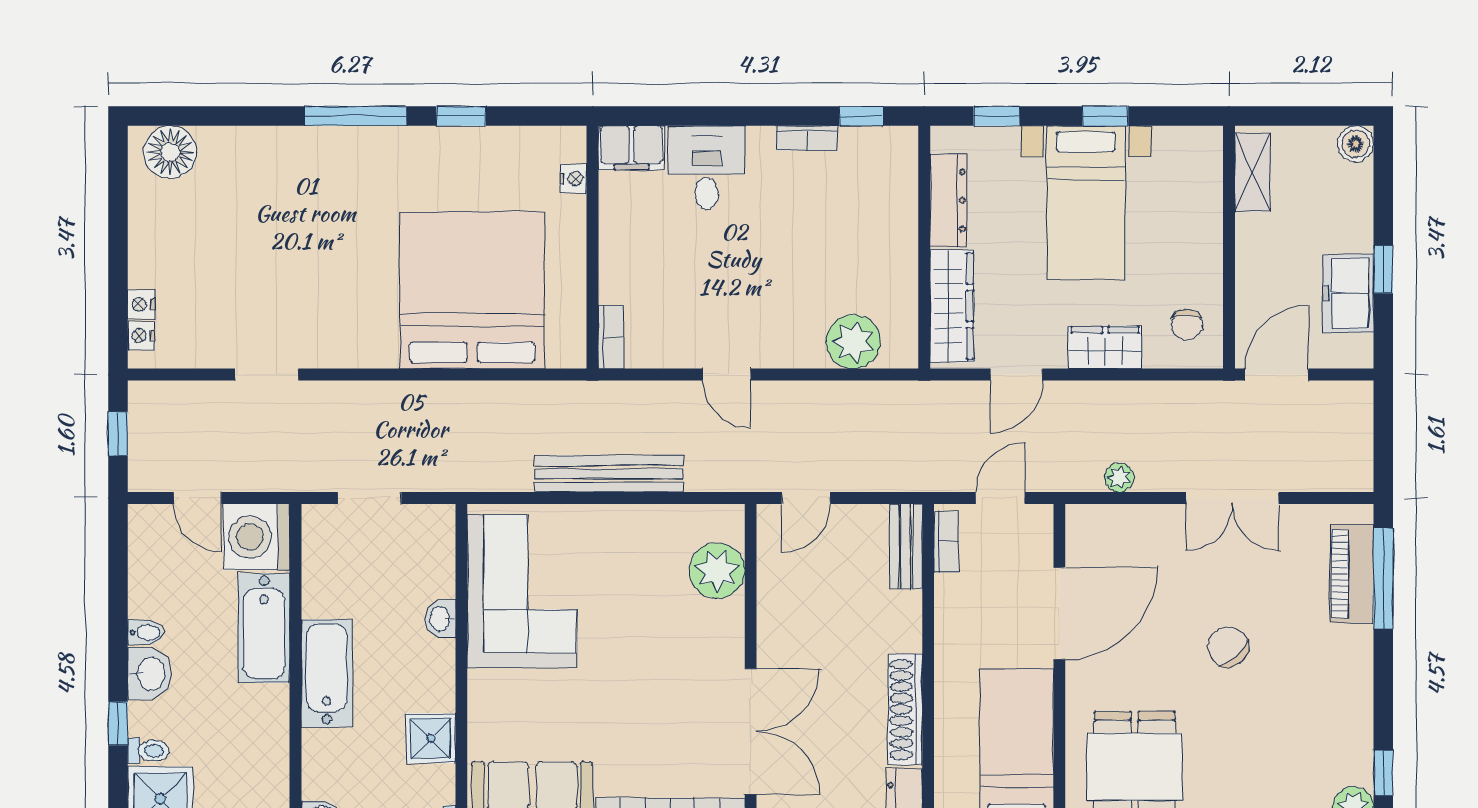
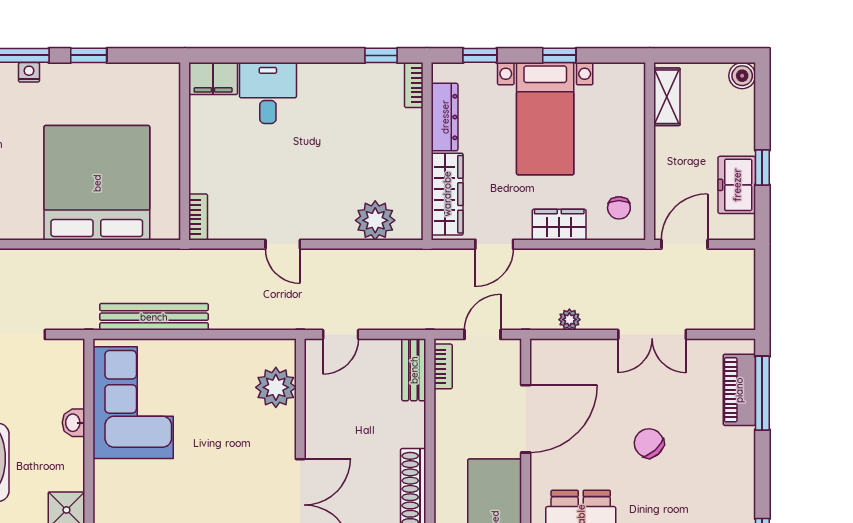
bookcase: (807, 138) -> (414, 85), moved, turned 90
nightstand: (573, 179) -> (29, 72), moved, turned -90
bench: (609, 474) -> (154, 317), moved

